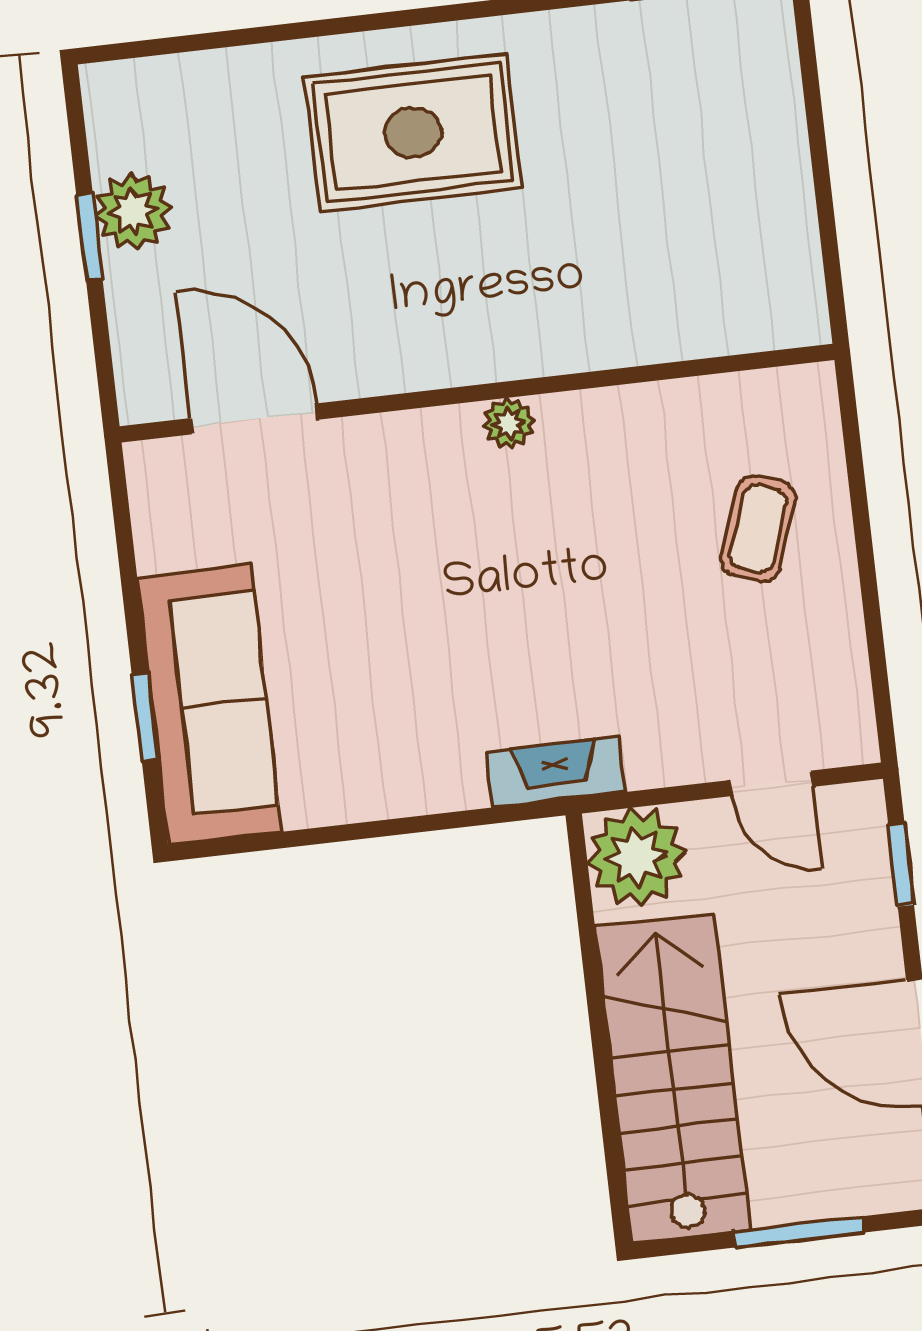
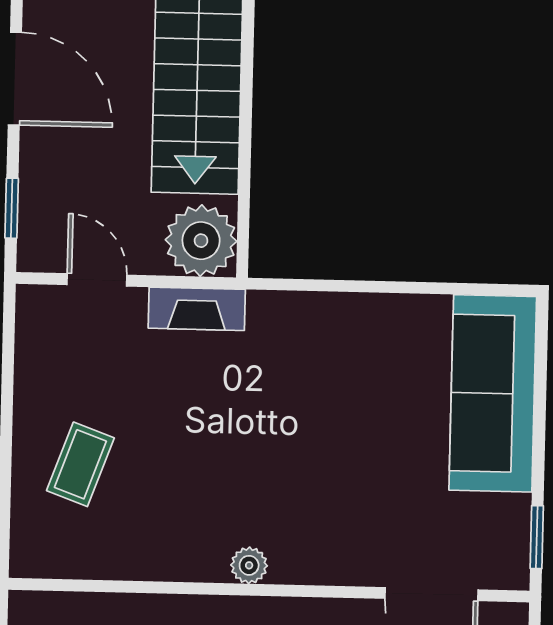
window: (145, 717) -> (537, 537), moved
fireplace: (555, 772) -> (197, 309), moved

